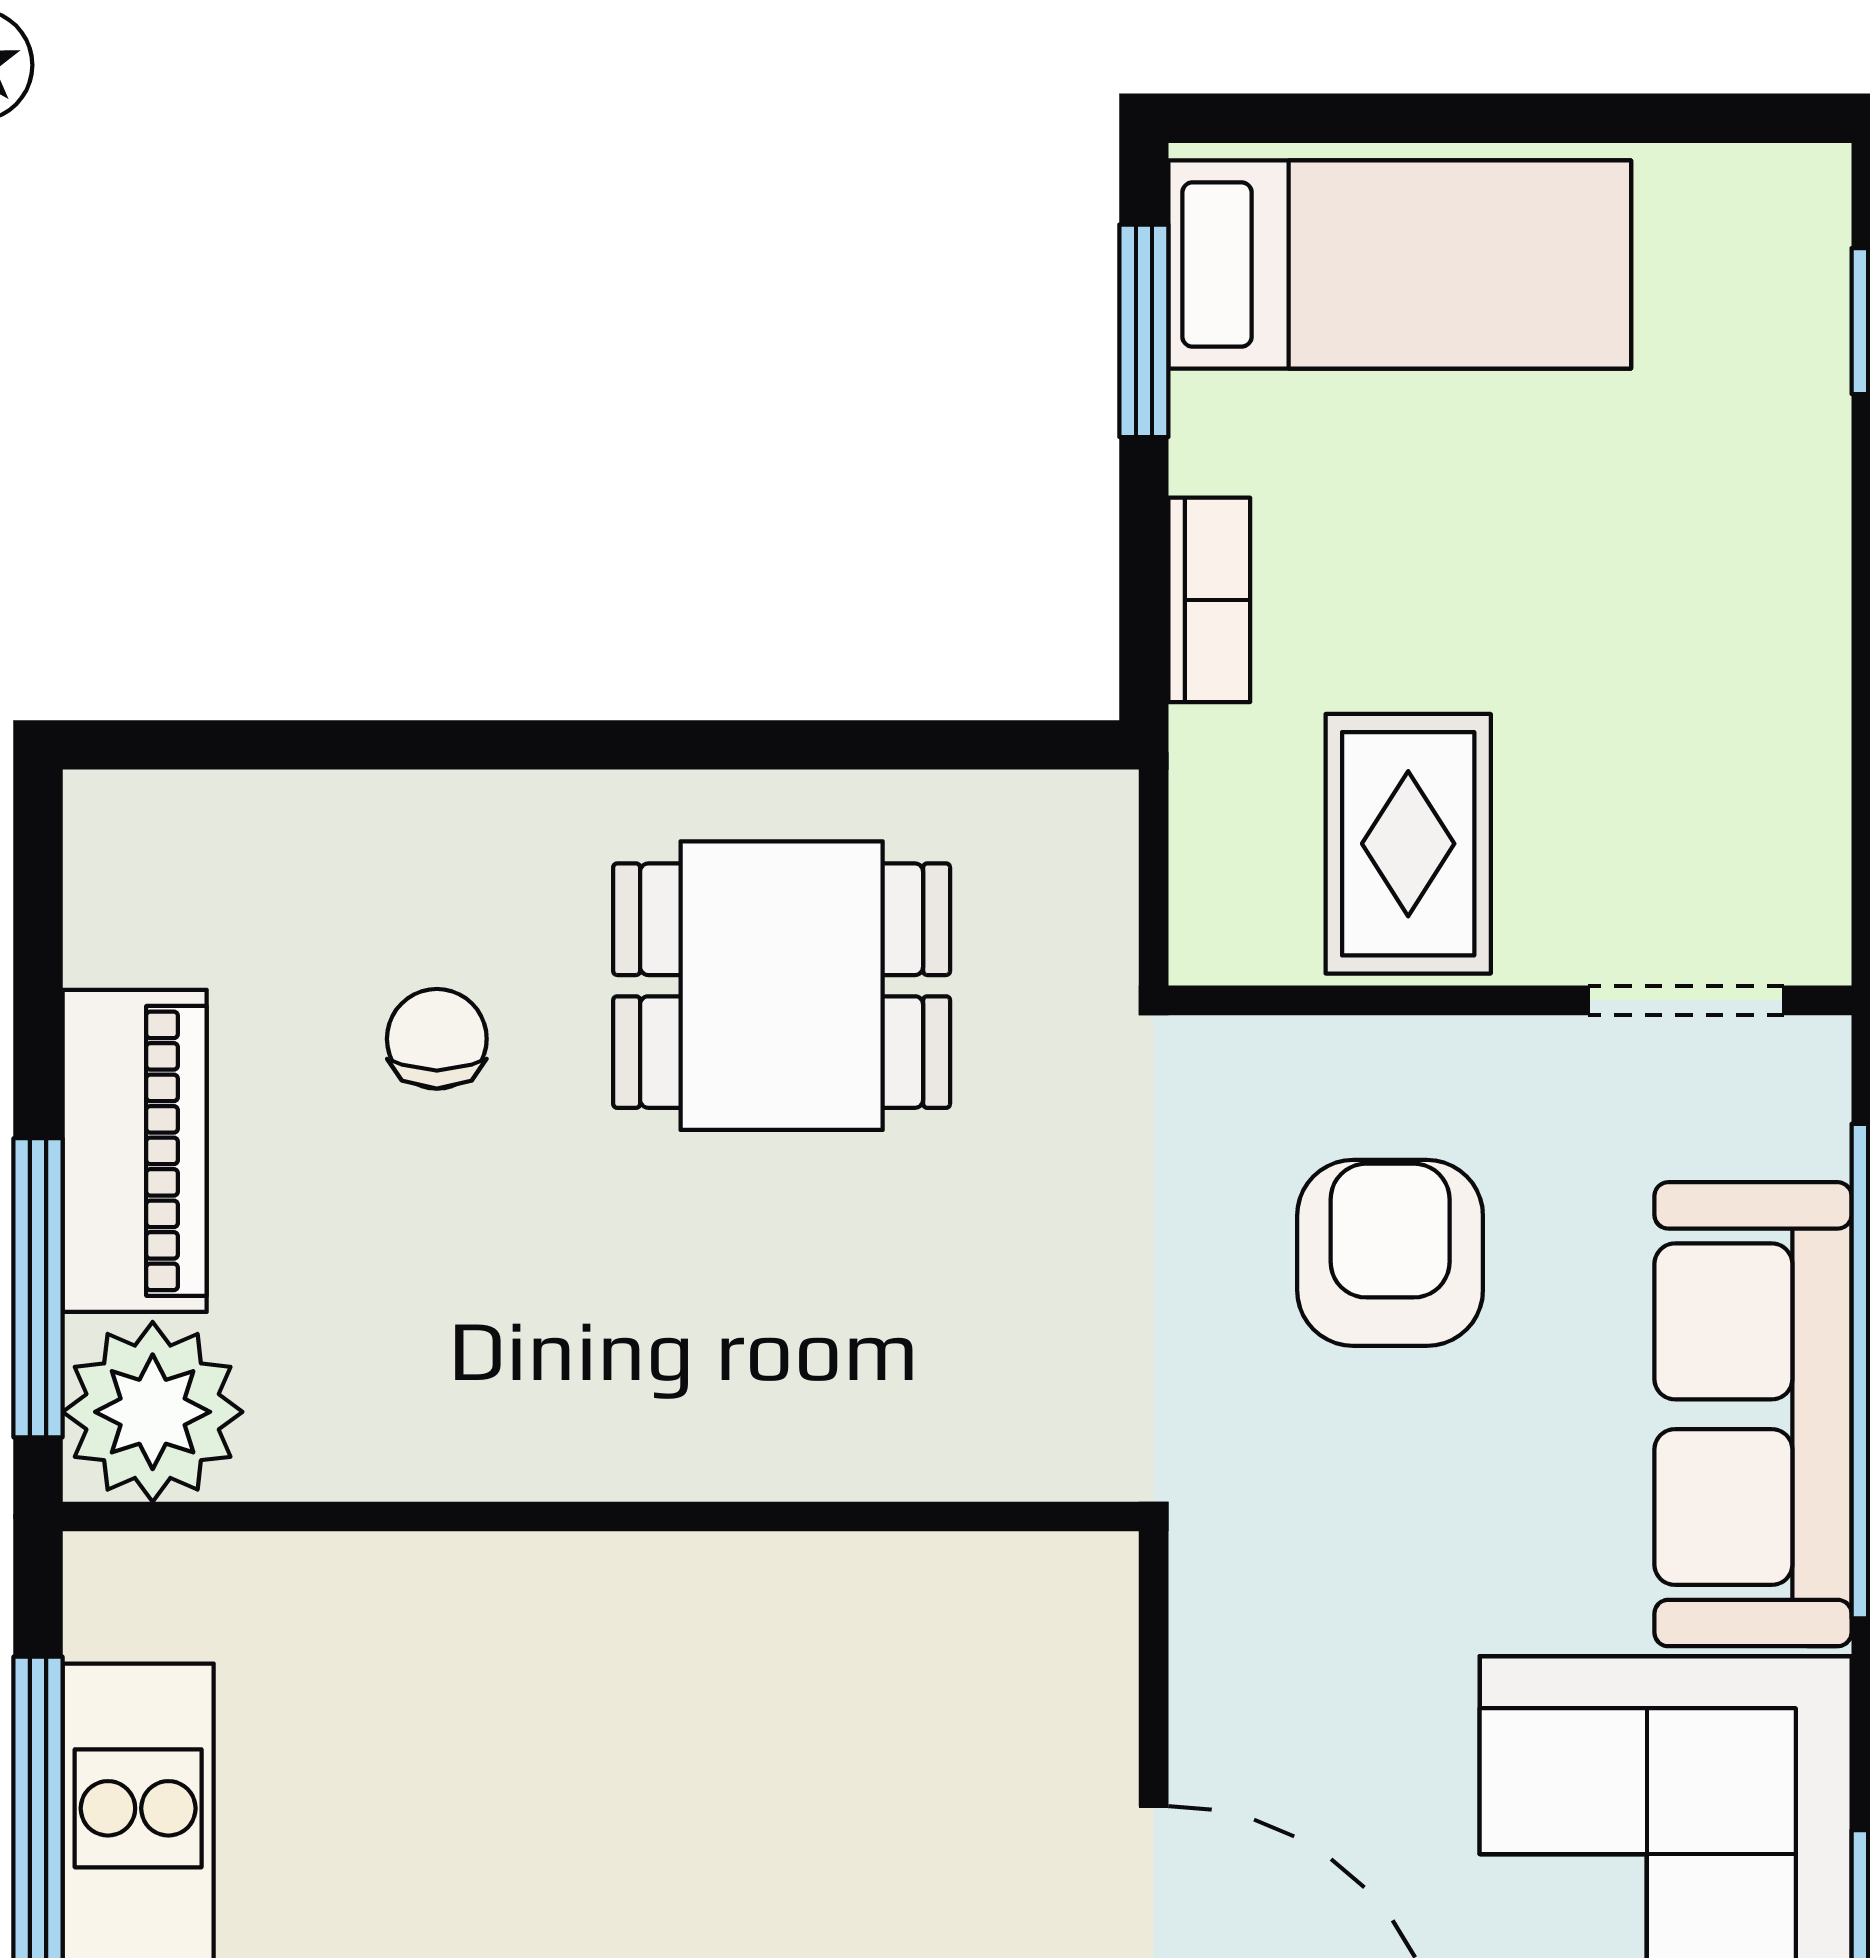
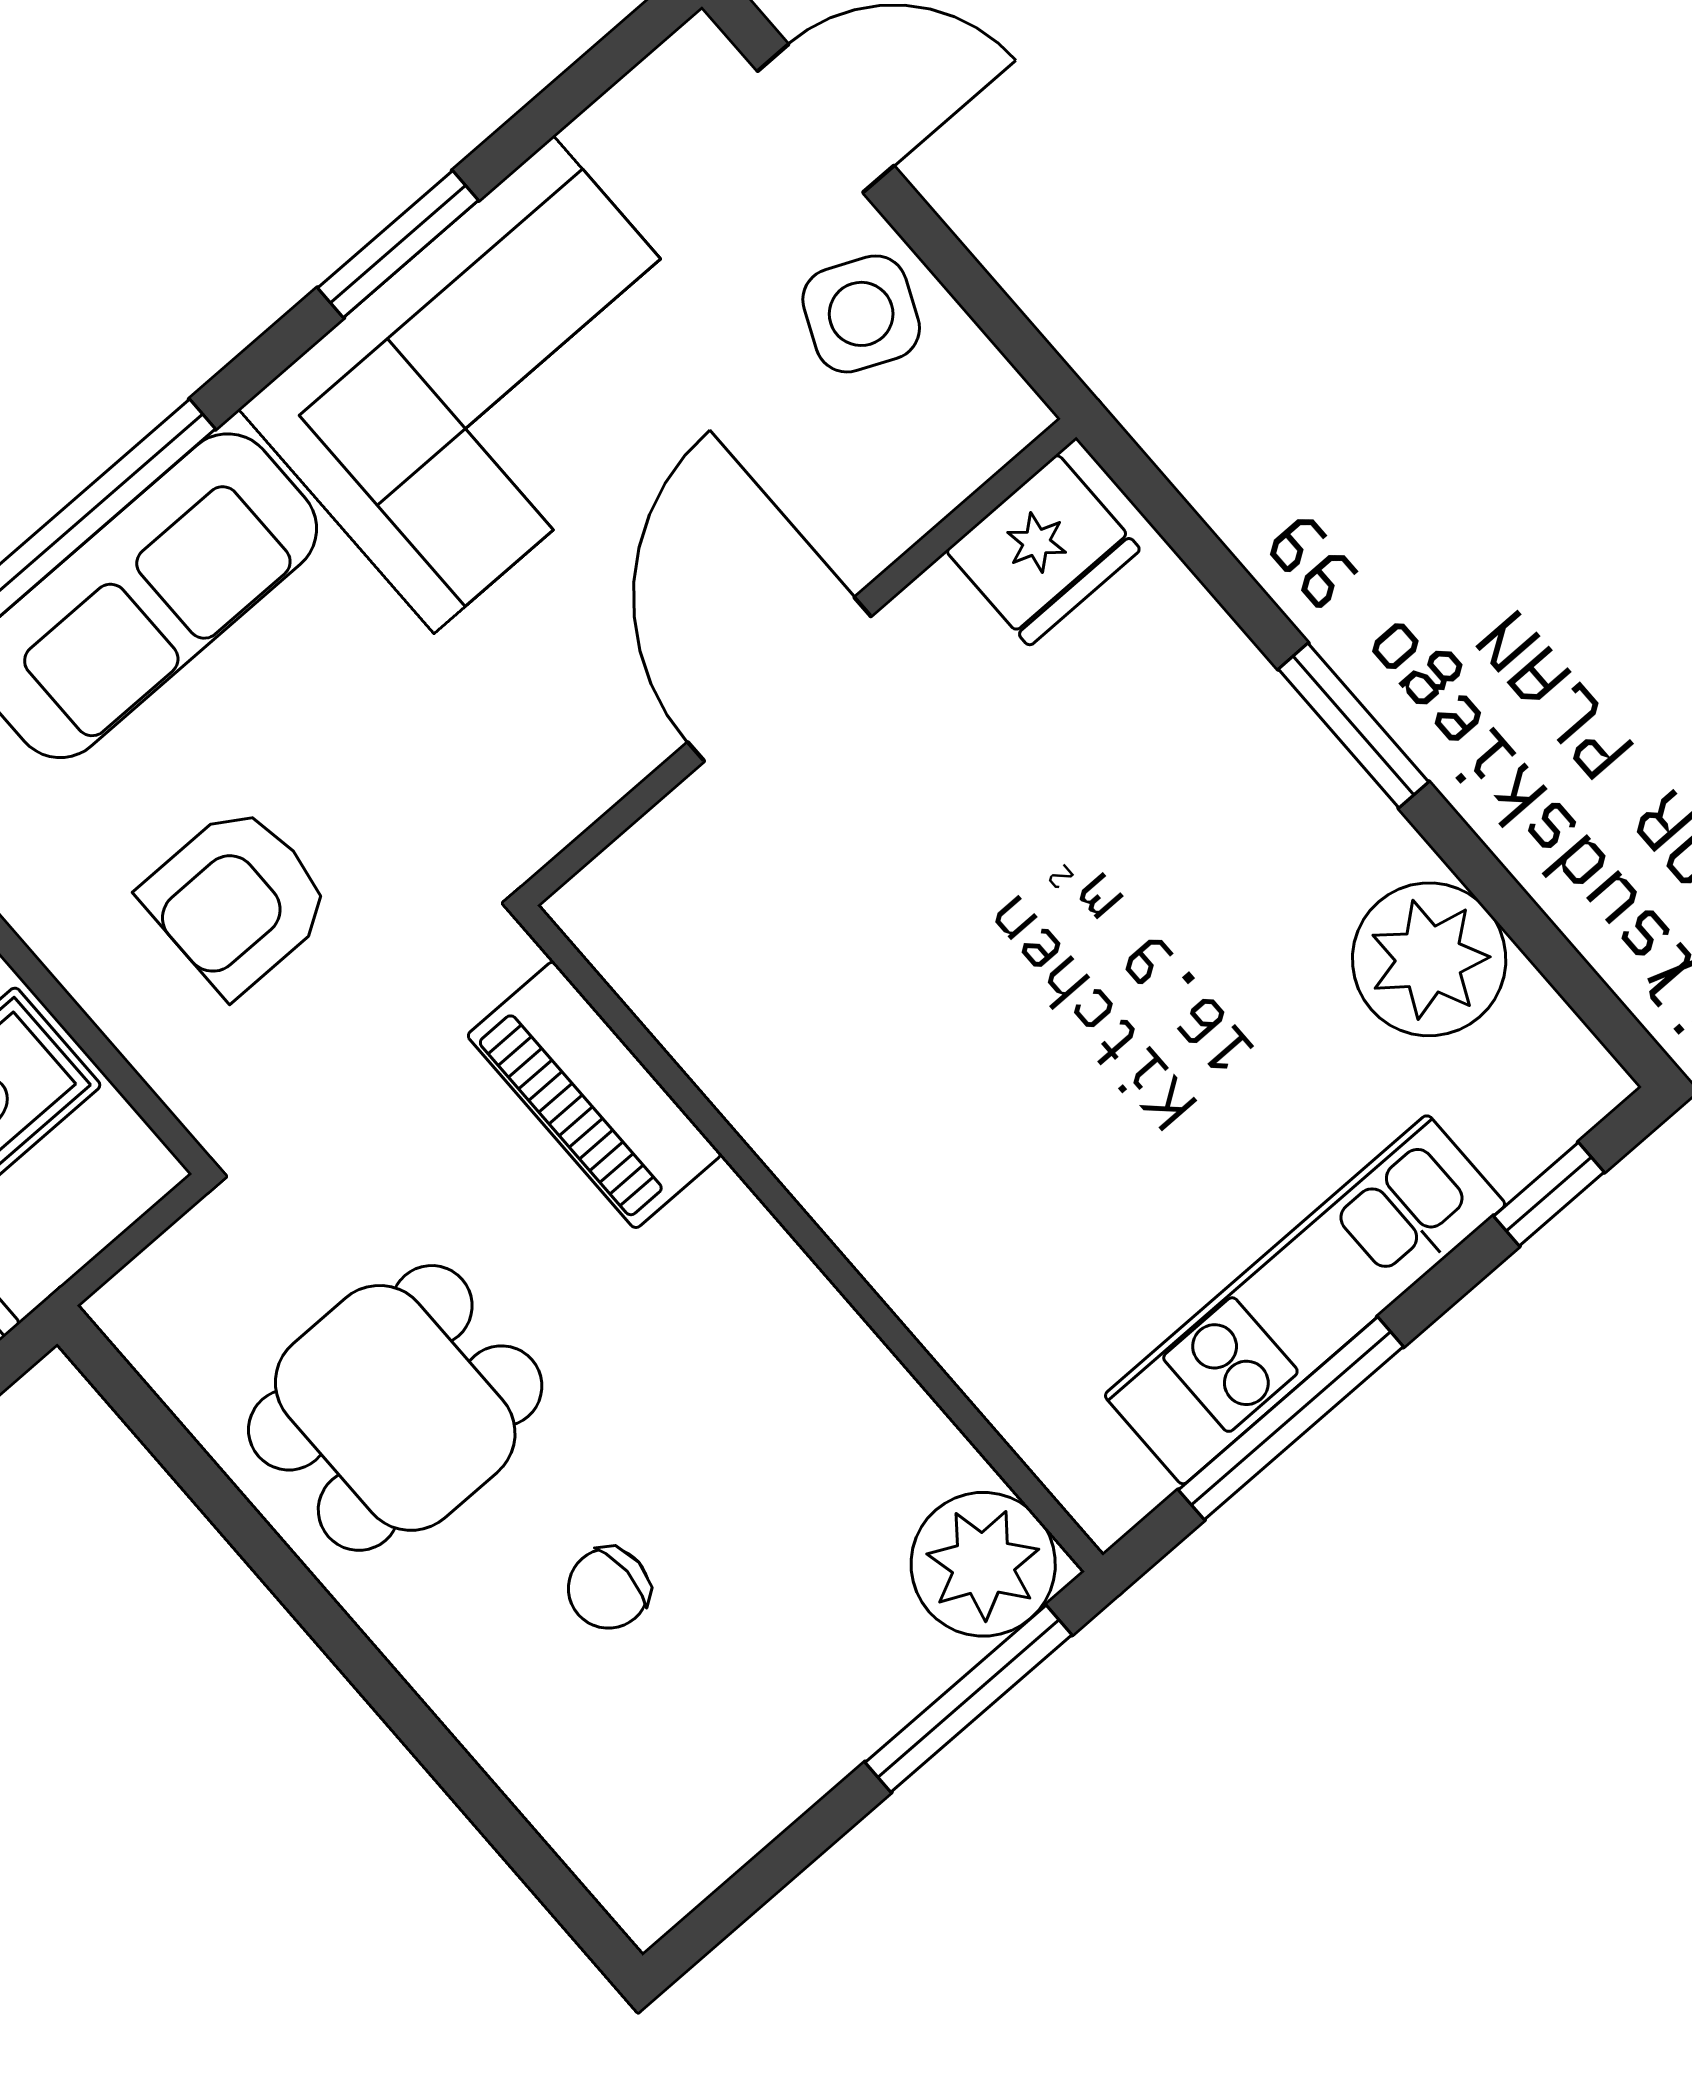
dining table: (782, 986) -> (395, 1408), turned 90
piano: (135, 1151) -> (594, 1095), moved, turned -90

